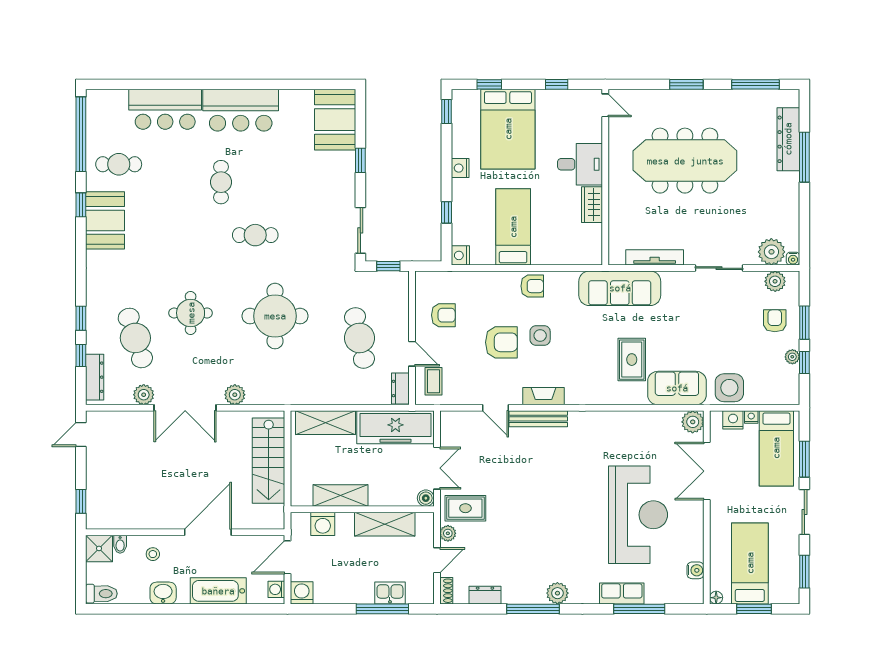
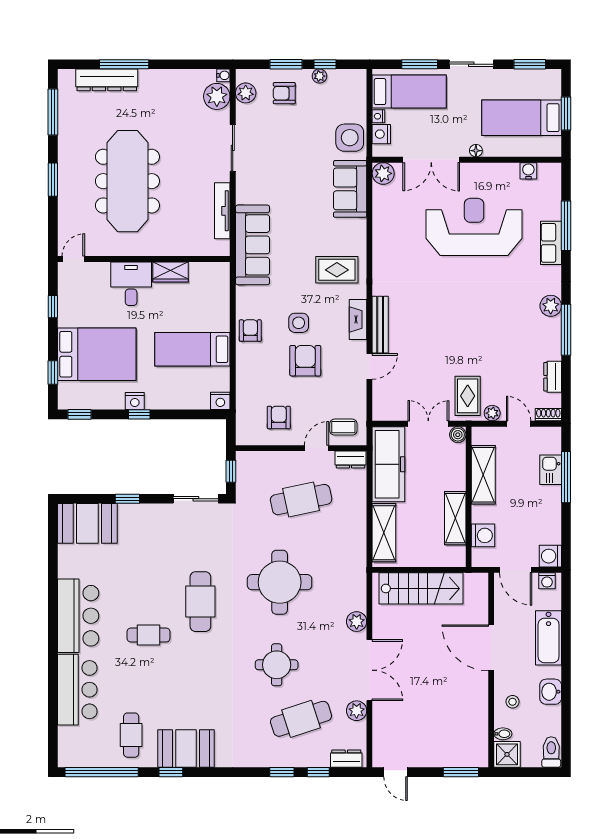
window: (446, 212) -> (139, 414), moved
cafe table: (255, 235) -> (200, 602), width x1.37, depth x1.35
rug: (632, 360) -> (337, 270), moved
dresser: (95, 377) -> (346, 759), width x0.70
window: (81, 501) -> (461, 772), width x1.50
floor lamp: (716, 598) -> (476, 151), moved

